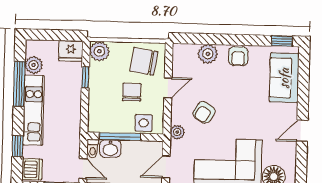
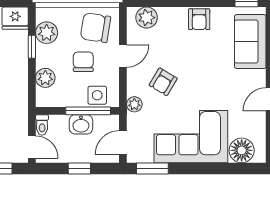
plant: (99, 51) -> (47, 33), moved
plant: (208, 54) -> (147, 18), moved
plant: (97, 106) -> (45, 78), added
window: (120, 137) -> (88, 111), moved
washbasin: (110, 149) -> (81, 124), moved

